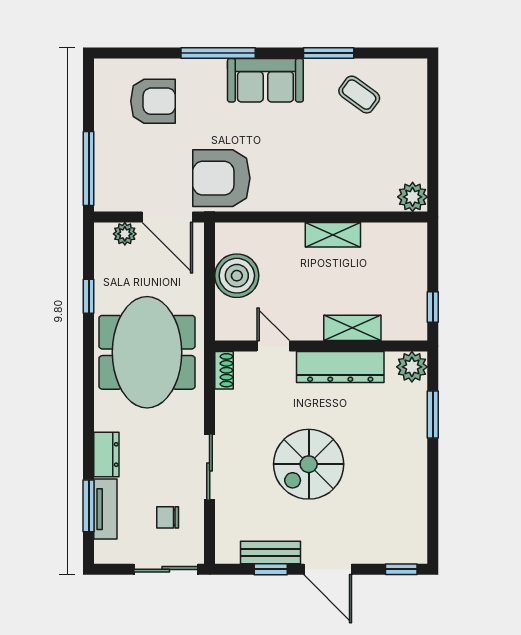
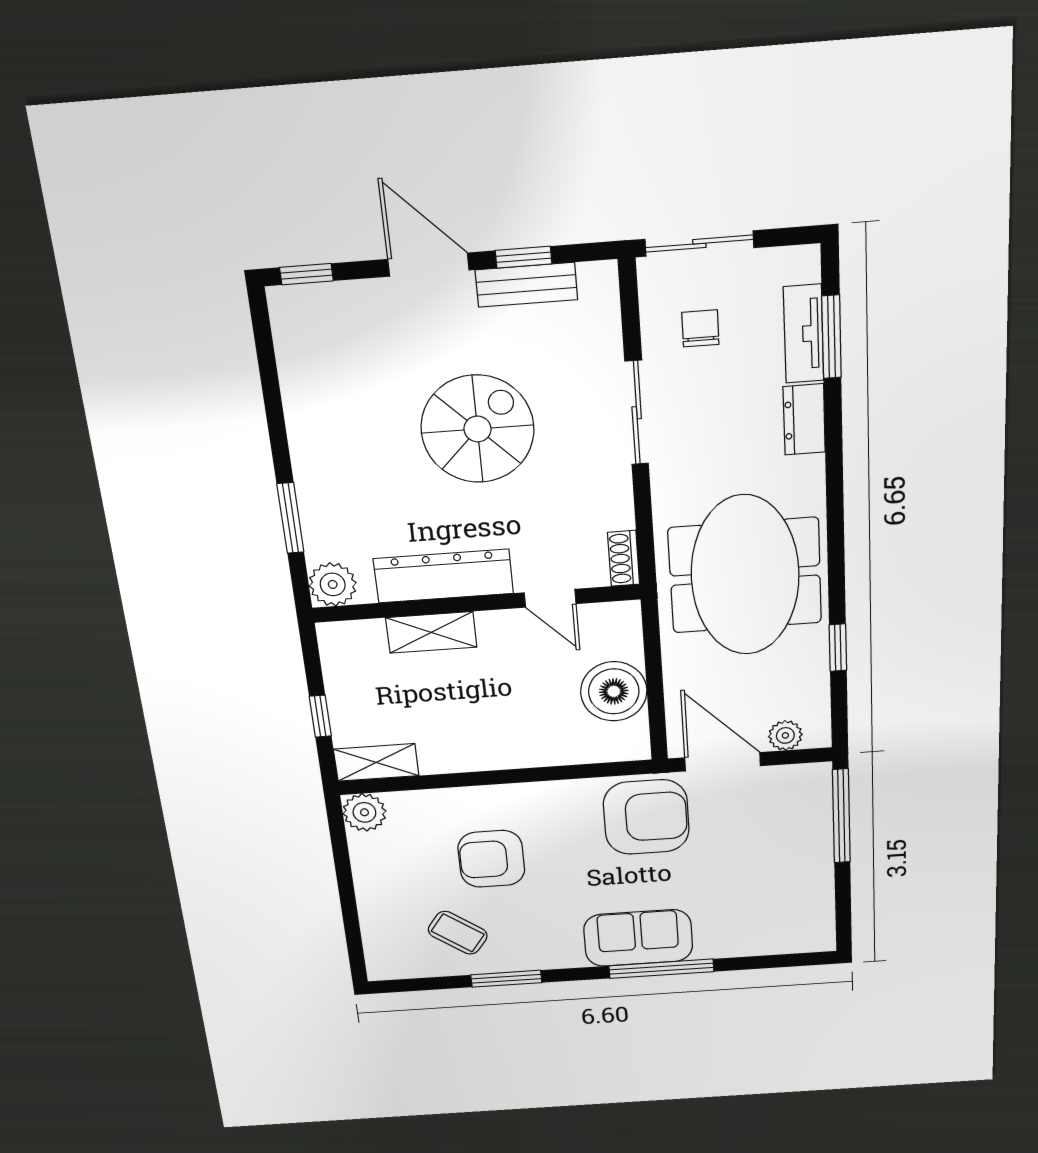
sofa: (265, 80) -> (638, 938), moved
armchair: (153, 101) -> (491, 859), moved
shelving: (333, 235) -> (376, 762), moved
window: (433, 307) -> (320, 716), moved
chair: (168, 517) -> (700, 328), turned -90

